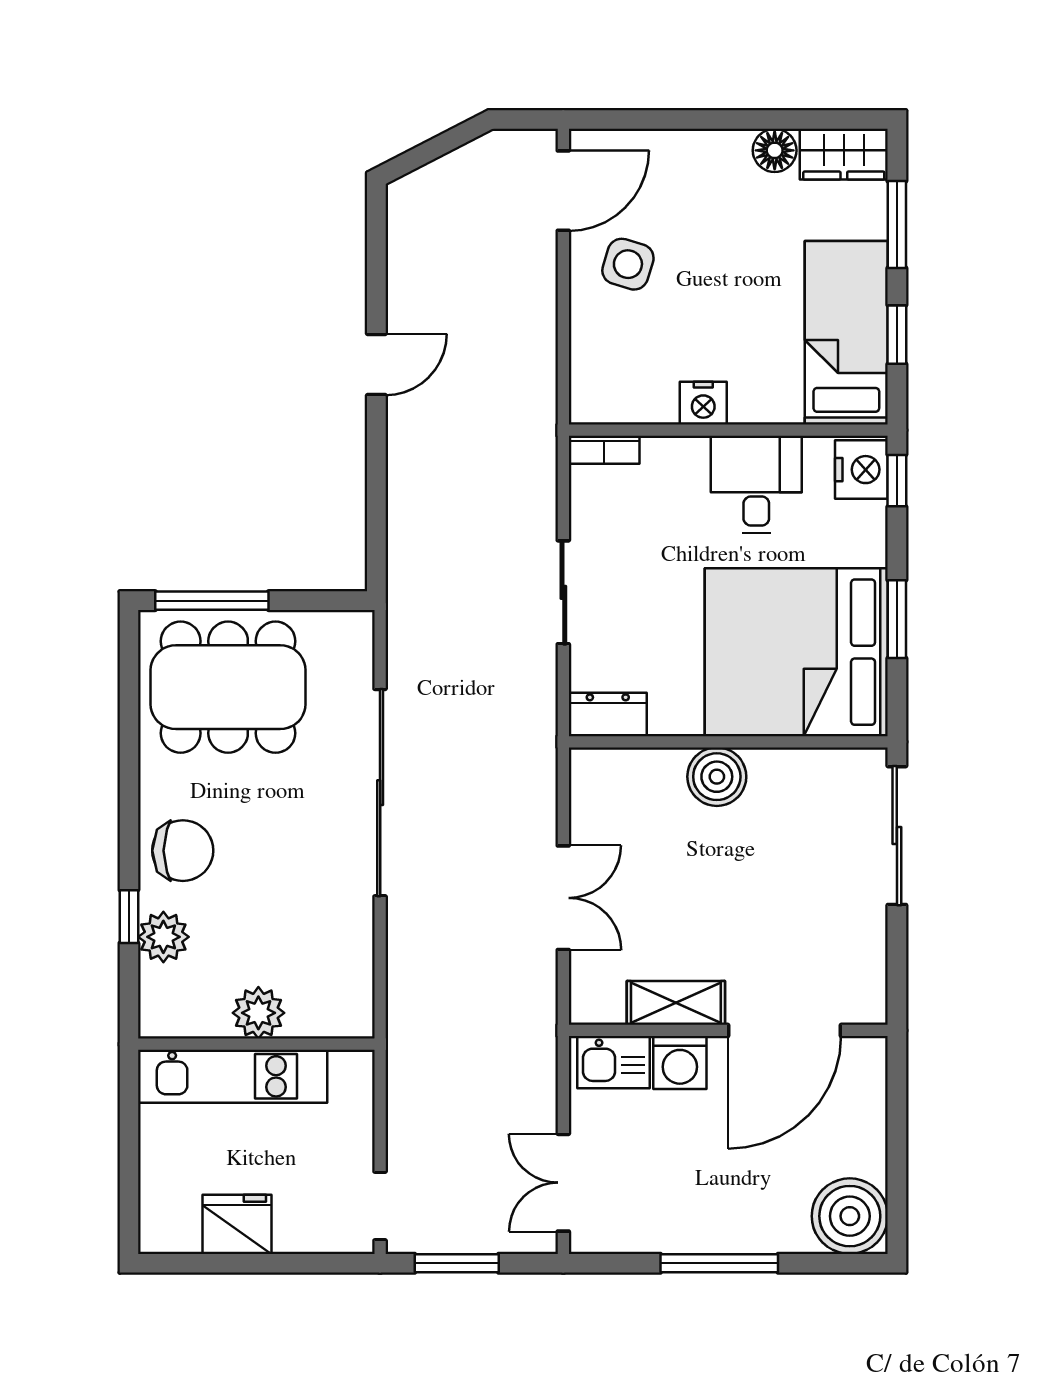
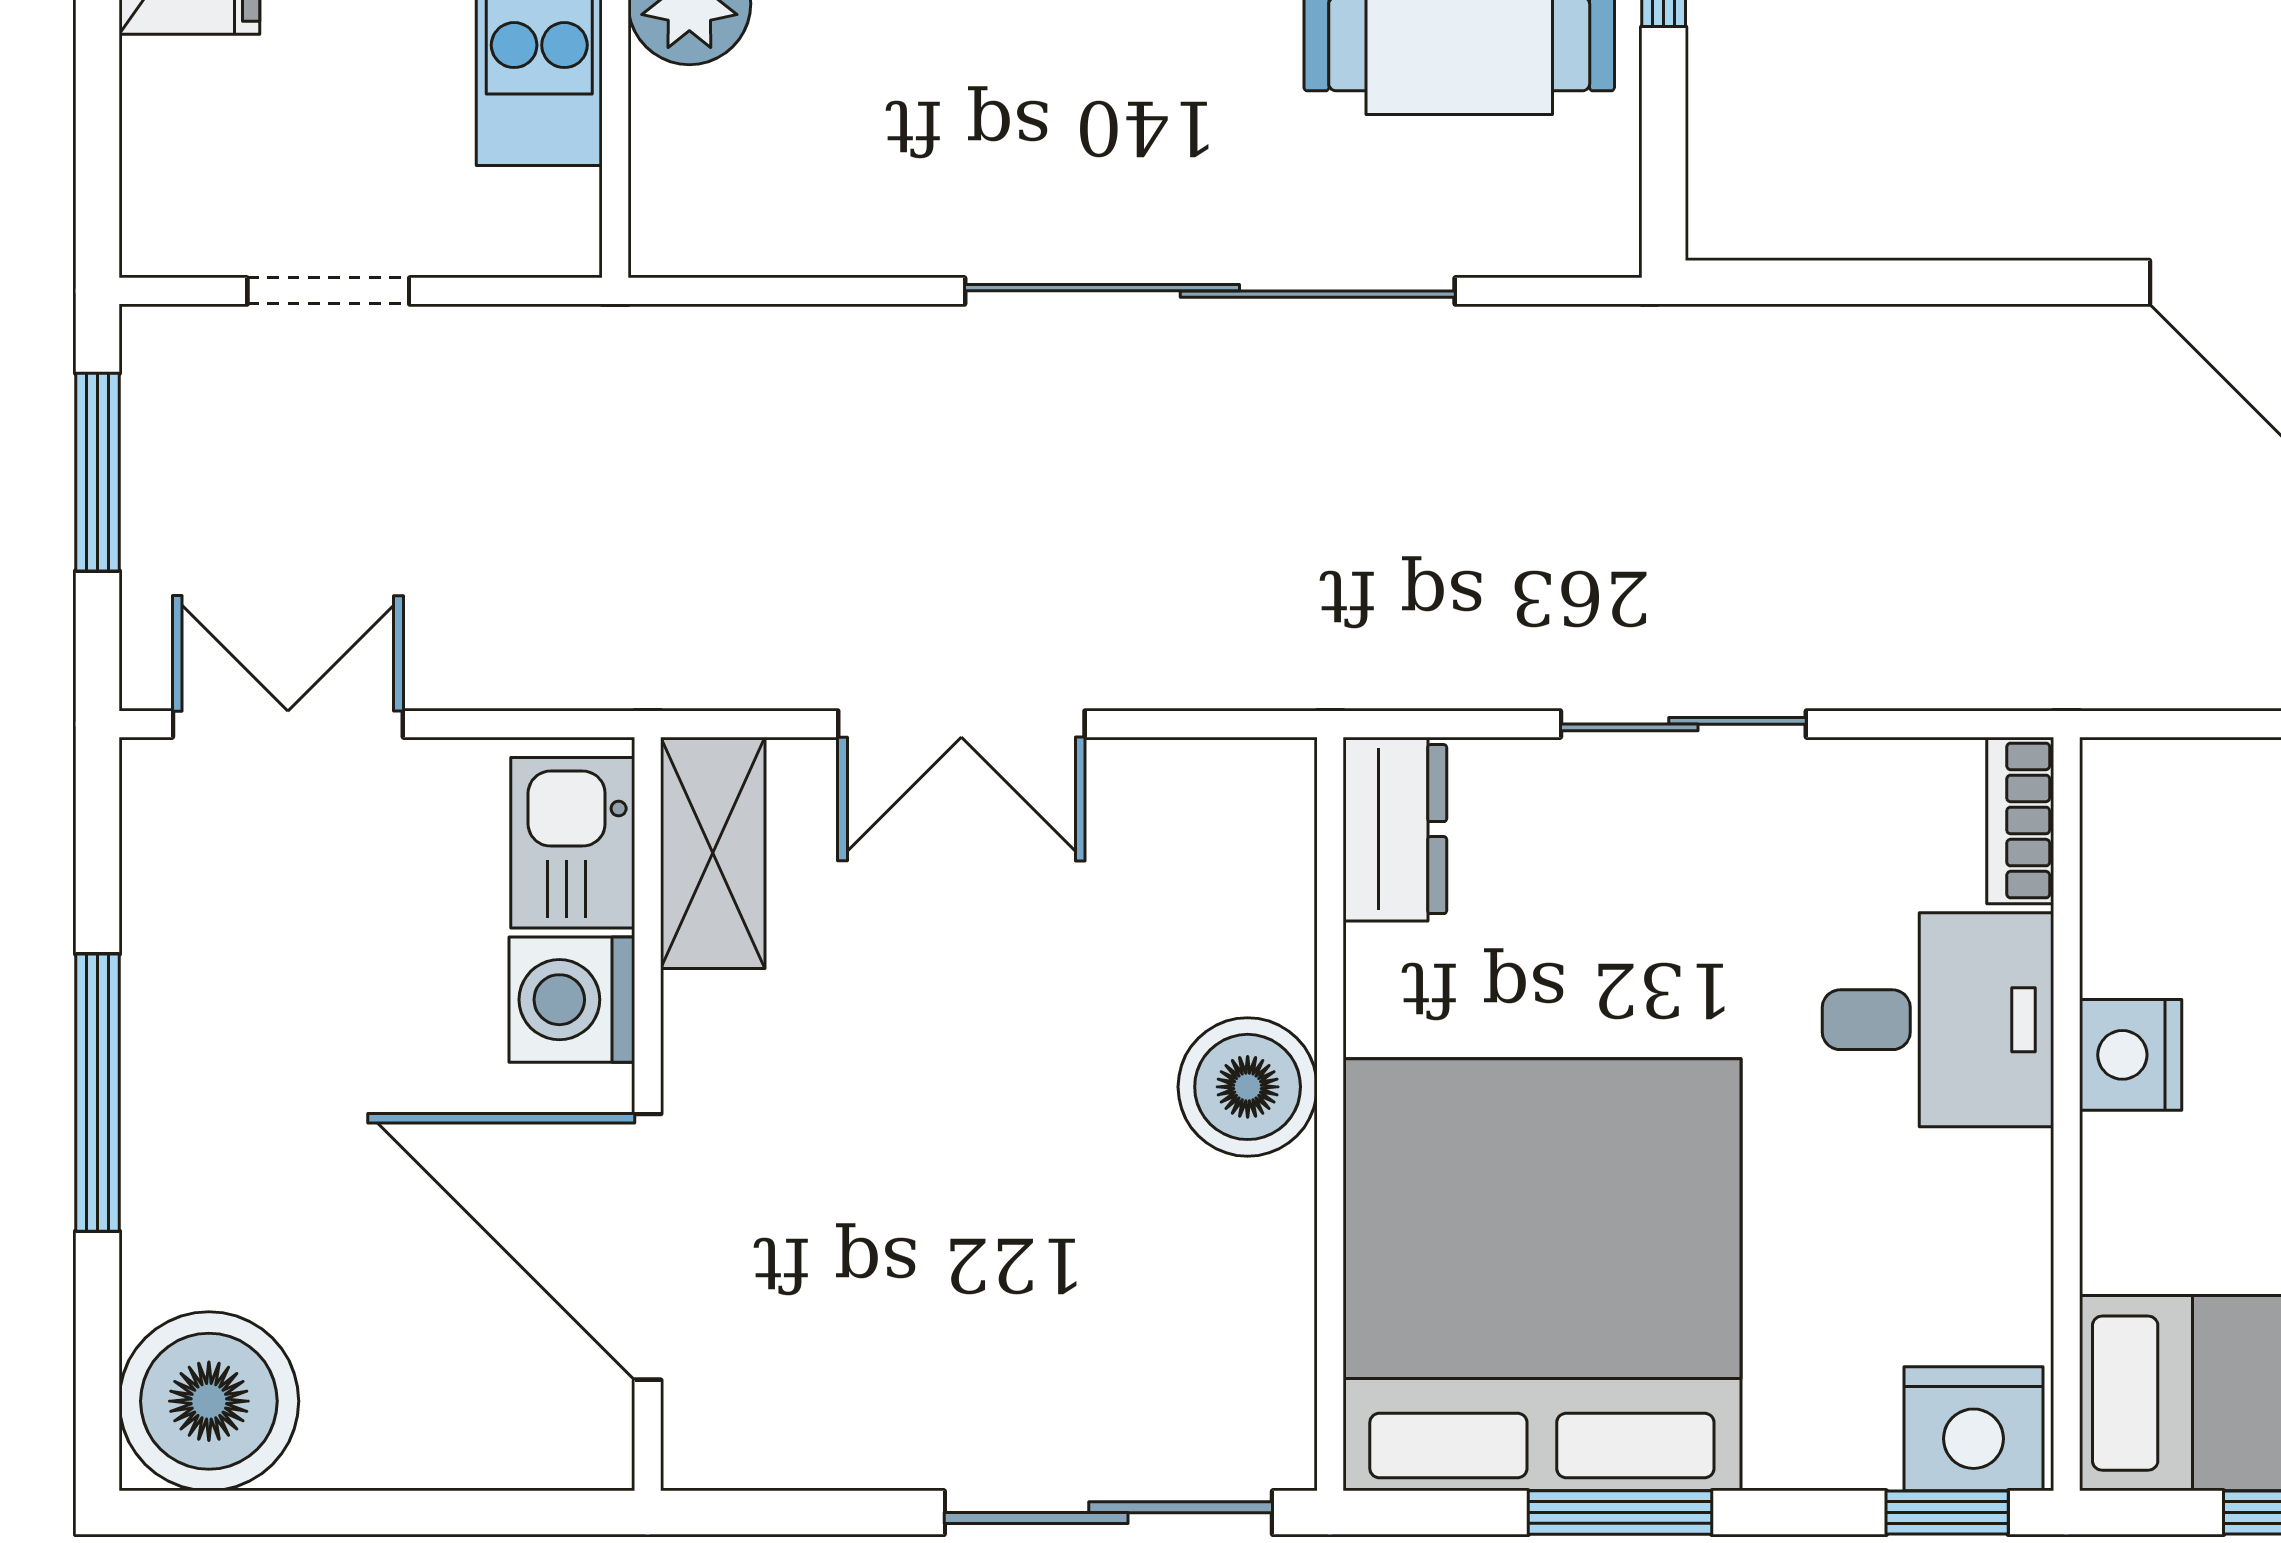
desk: (756, 485) -> (1938, 1020), moved
shelving: (676, 1003) -> (713, 853), moved
doorway: (380, 1206) -> (328, 291), moved

